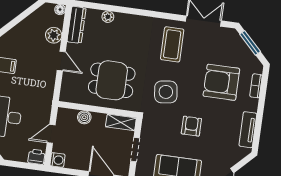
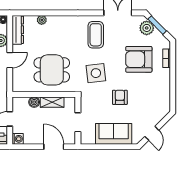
plant: (237, 45) -> (147, 28), added
door: (61, 61) -> (10, 60), hinge flipped
shelving: (121, 122) -> (52, 102), moved
tv unit: (248, 130) -> (165, 94), removed

